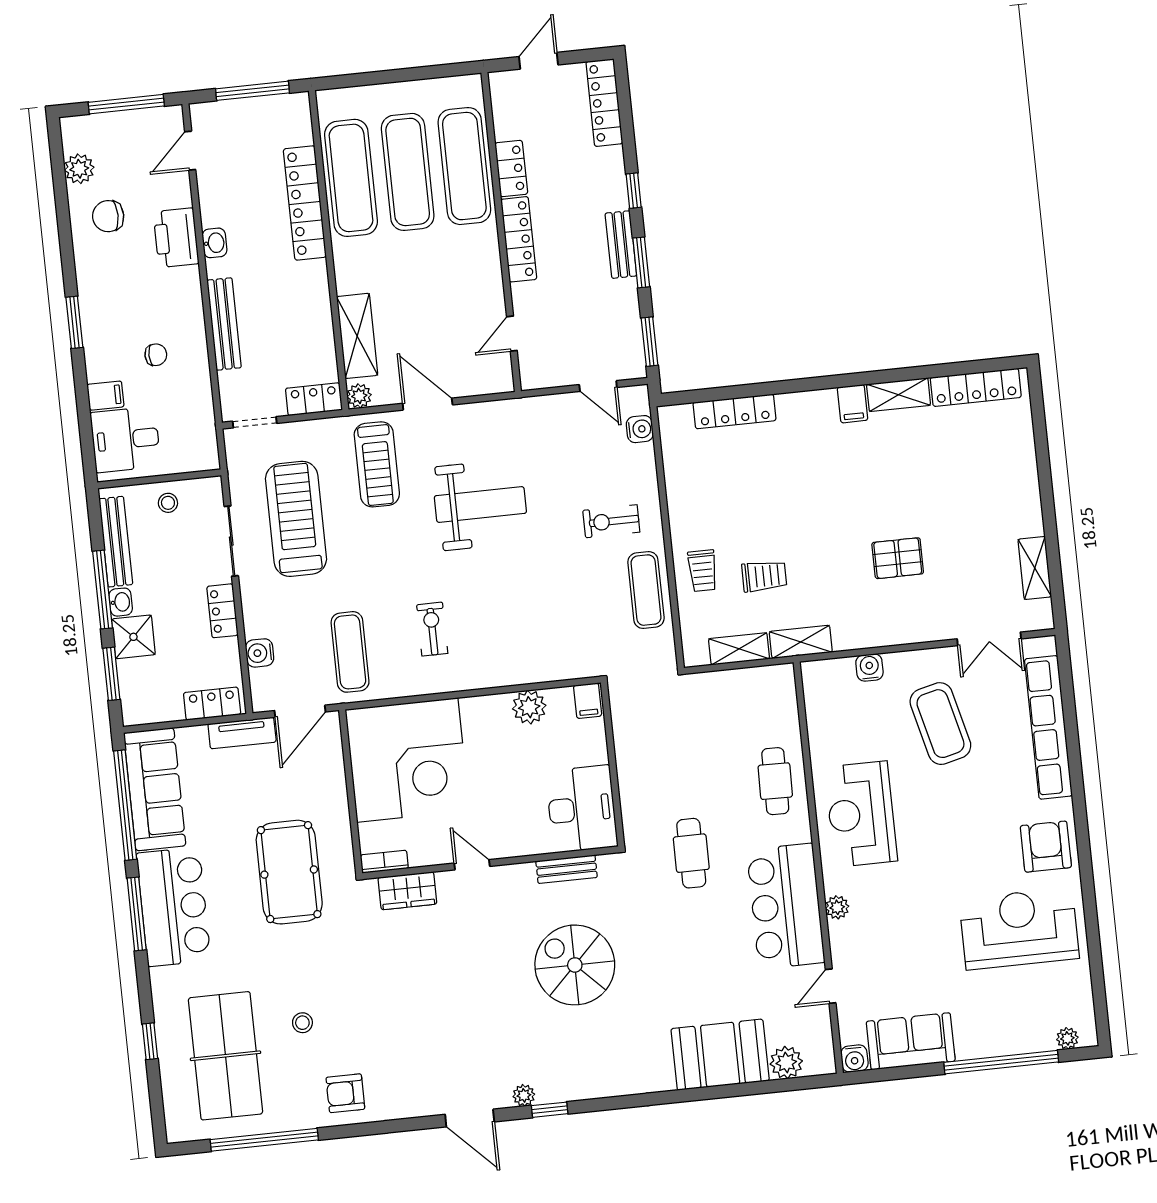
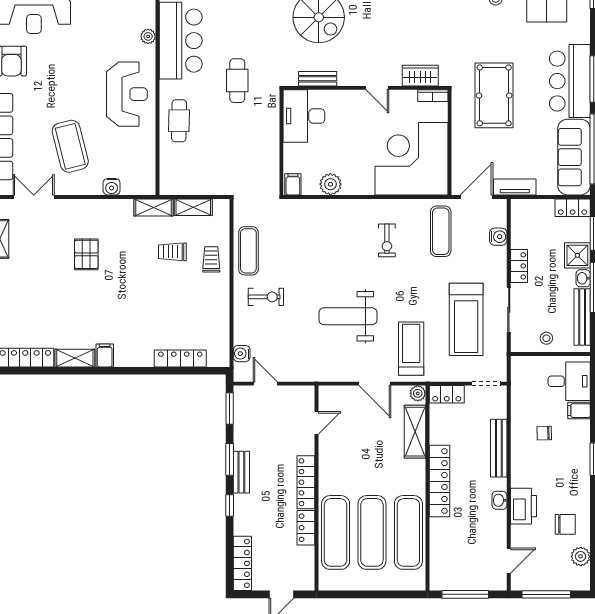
locker: (305, 203) -> (439, 481), moved
pallet: (898, 558) -> (86, 254), turned 90
locker: (212, 704) -> (573, 208), moved

